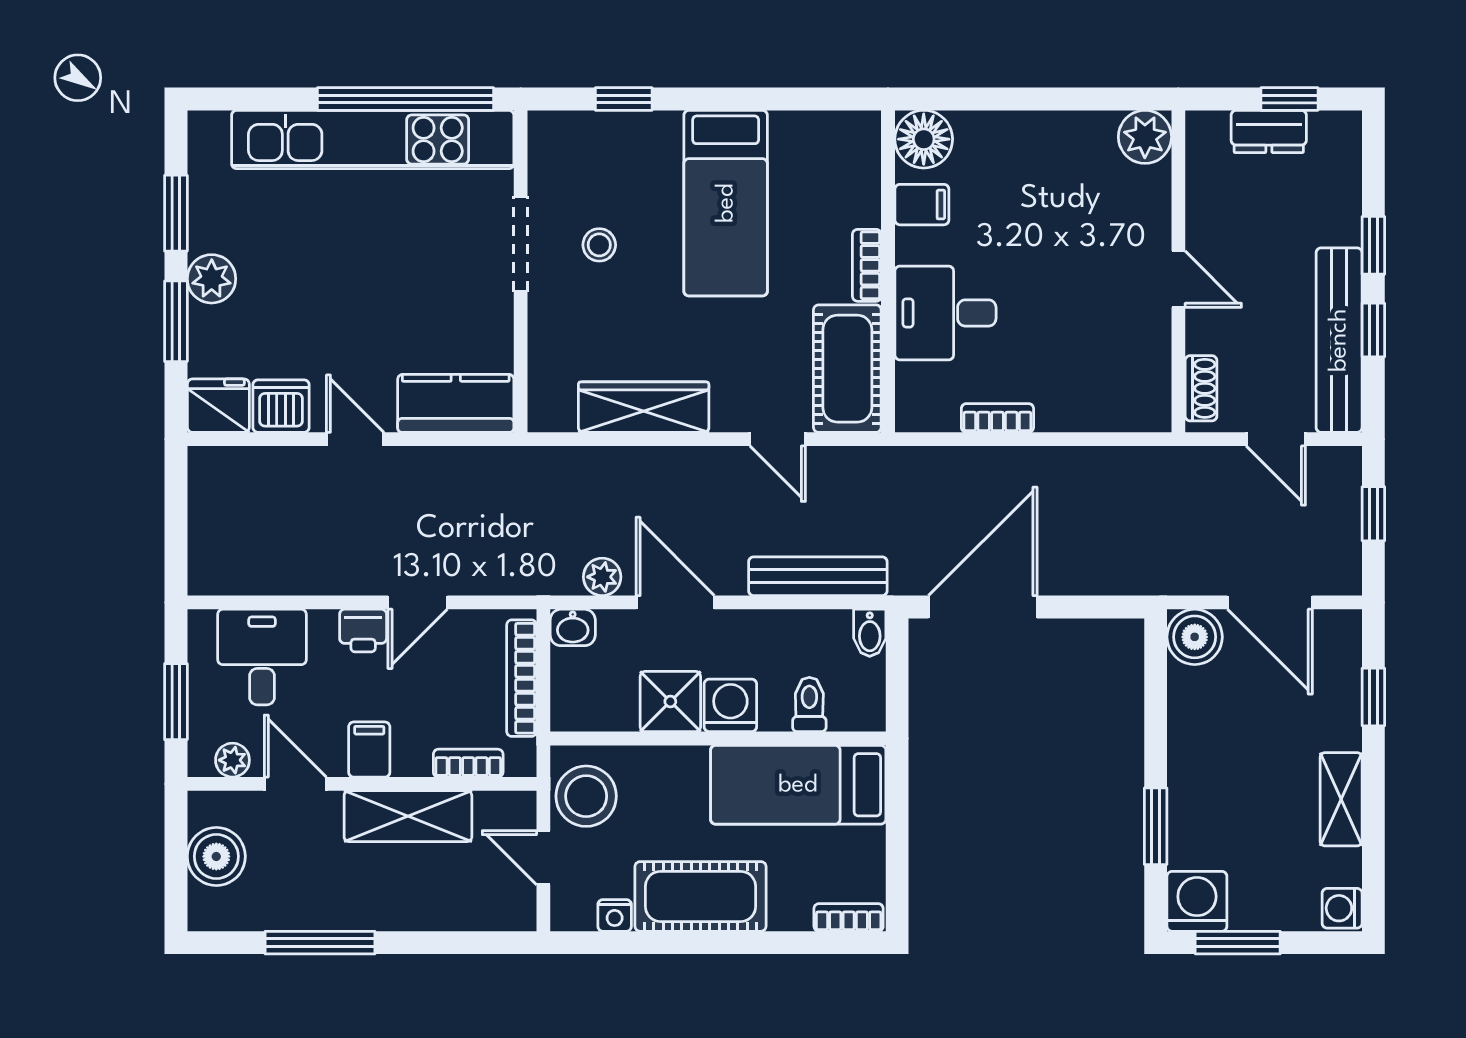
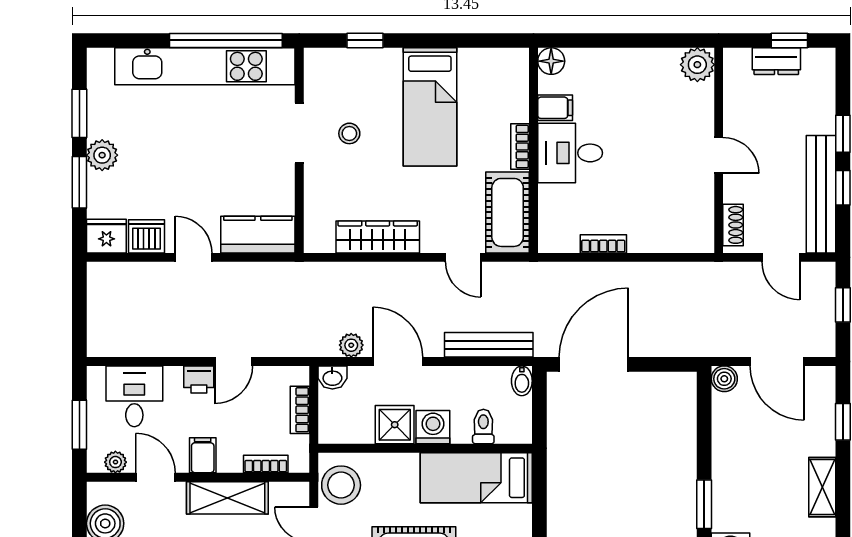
floor lamp: (924, 139) -> (551, 61), width x0.73, depth x0.73
desk: (945, 313) -> (570, 153), moved
boiler: (1195, 637) -> (724, 379), width x0.73, depth x0.73
bookcase: (522, 678) -> (300, 410), width x0.64

